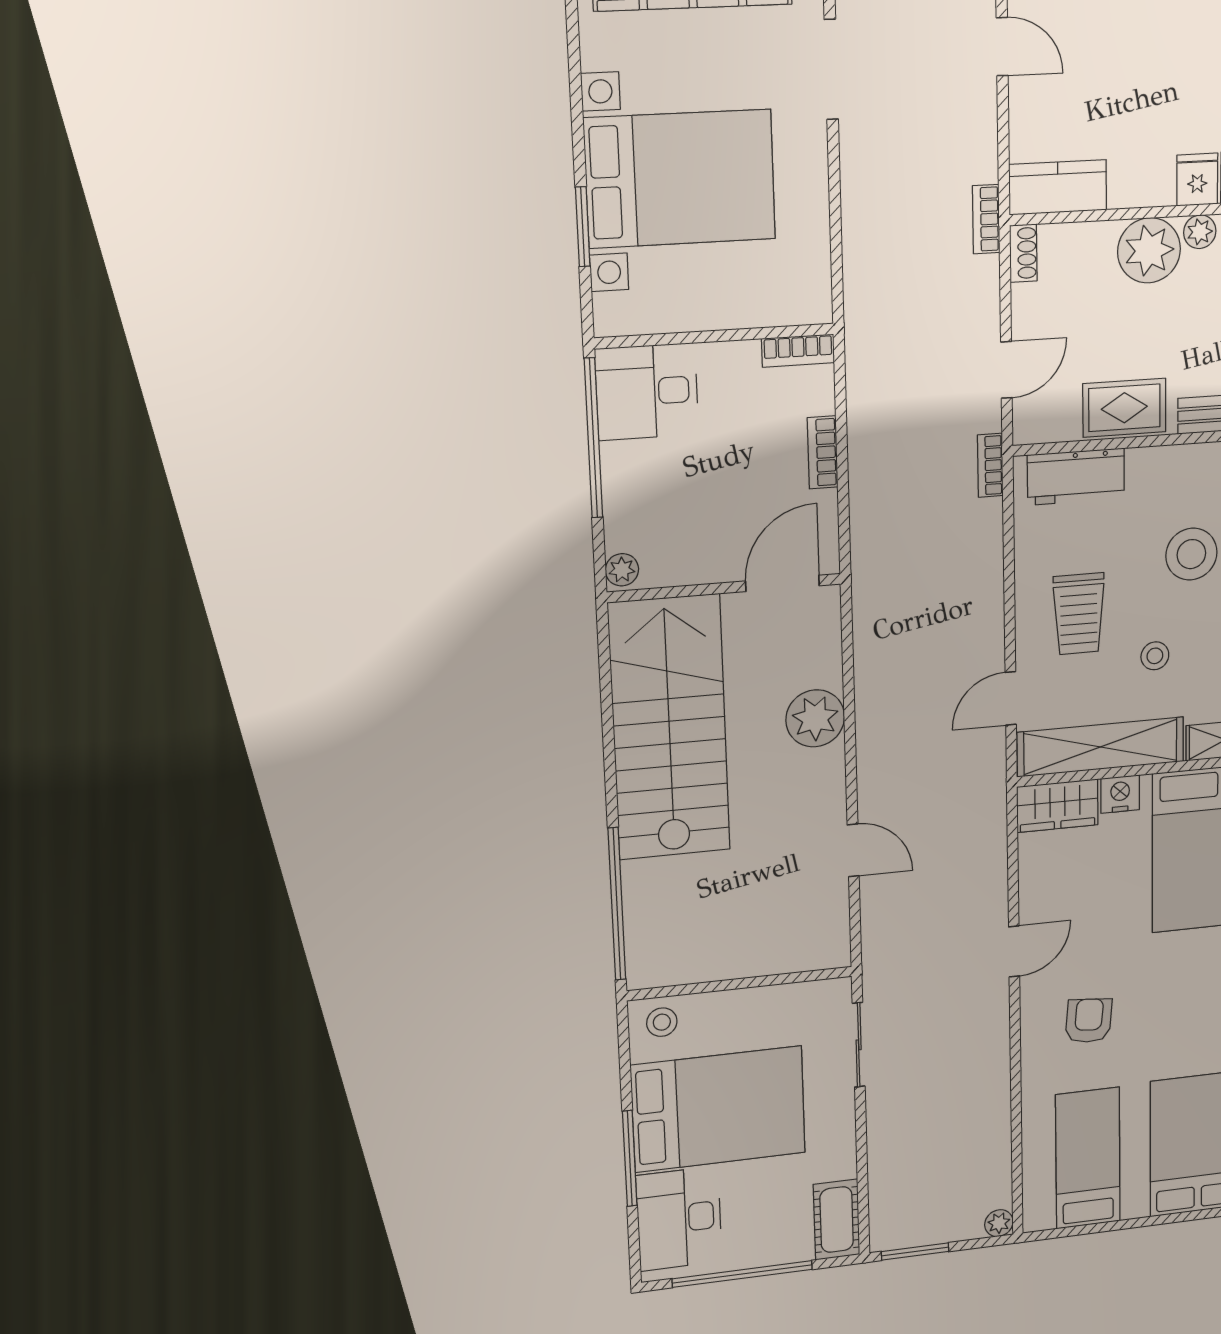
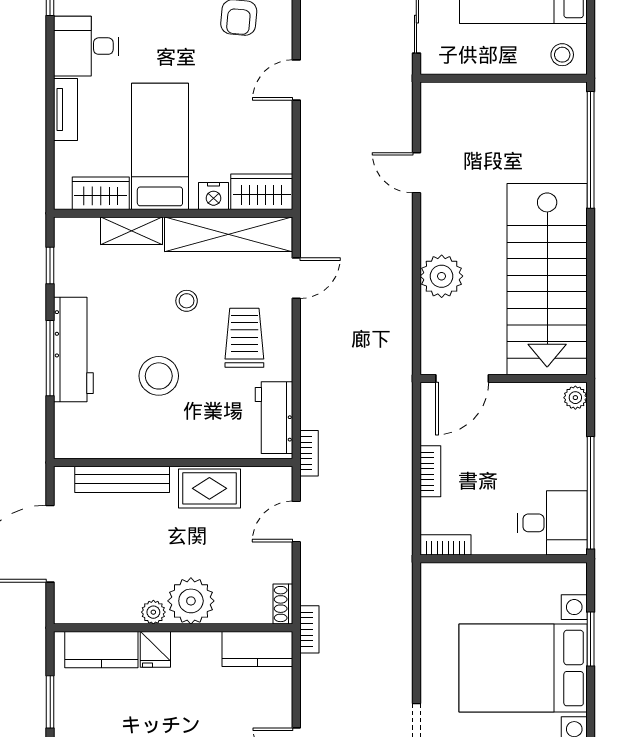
workbench: (1076, 477) -> (274, 418), moved, turned -90

